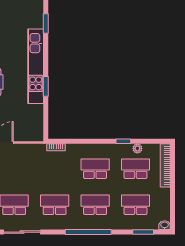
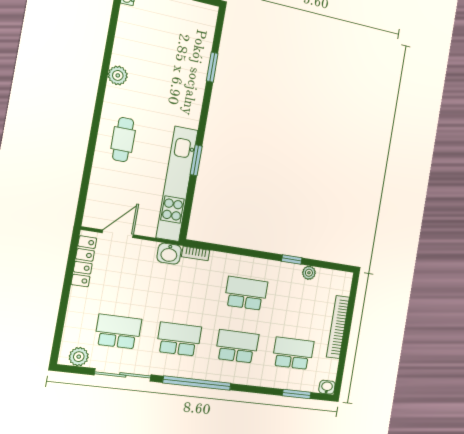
kitchen unit: (36, 66) -> (177, 184), moved
washbasin: (38, 150) -> (169, 254), added
bookcase: (165, 165) -> (338, 327), moved
school desk: (135, 169) -> (302, 301), removed
window: (88, 232) -> (197, 383), moved

